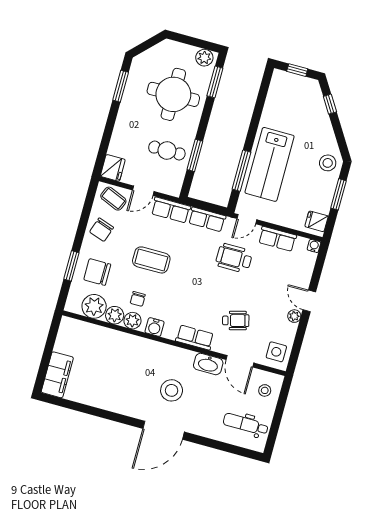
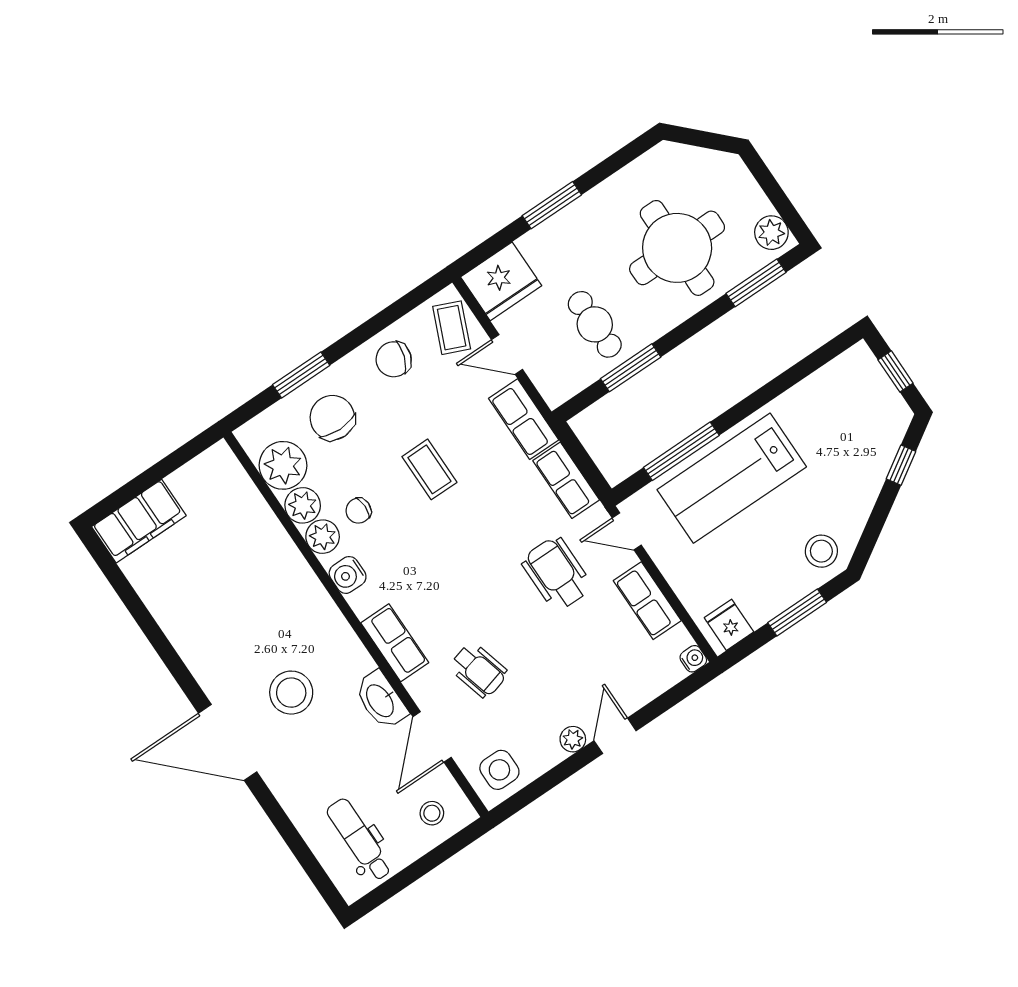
window: (121, 86) -> (552, 205), moved
fridge: (113, 168) -> (501, 281), width x1.36, depth x1.34
coffee table: (151, 260) -> (429, 469), width x0.73, depth x0.77

